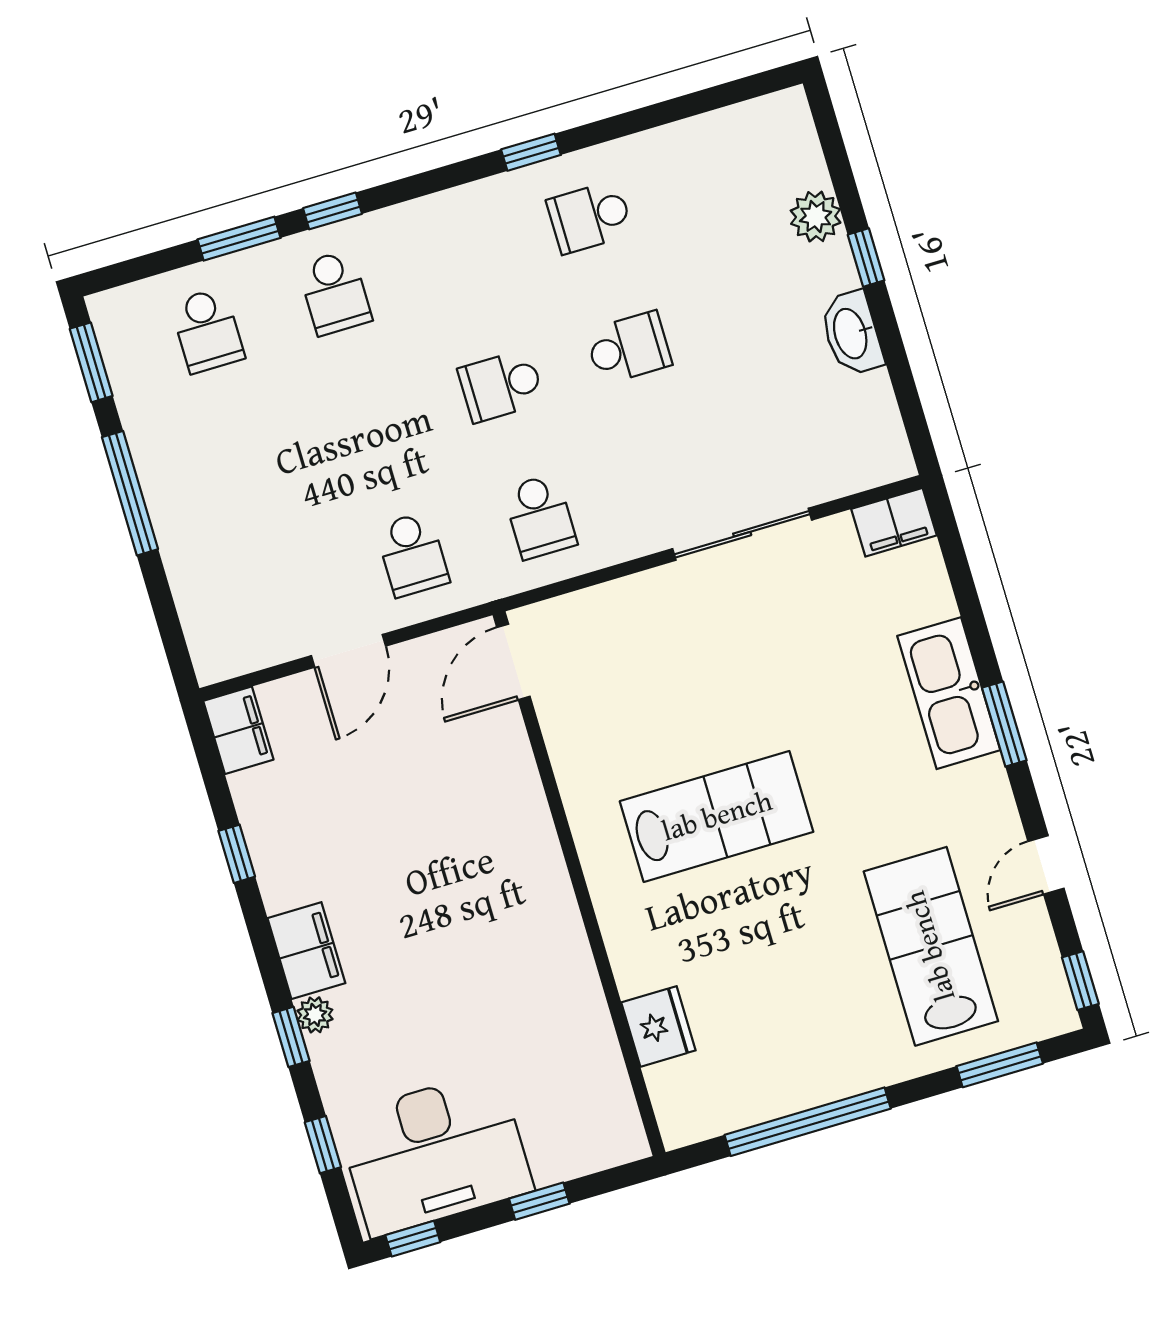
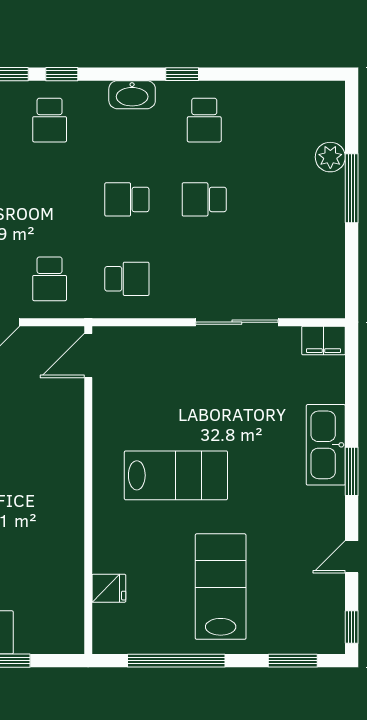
school desk: (590, 217) -> (204, 120), turned -90
window: (866, 258) -> (352, 188), width x2.17
washbasin: (852, 333) -> (132, 95), moved, turned -90
school desk: (629, 348) -> (204, 199), turned 180
school desk: (540, 517) -> (127, 279), turned -90
lab bench: (931, 946) -> (221, 587), moved
fridge: (658, 1026) -> (109, 588), width x0.72

